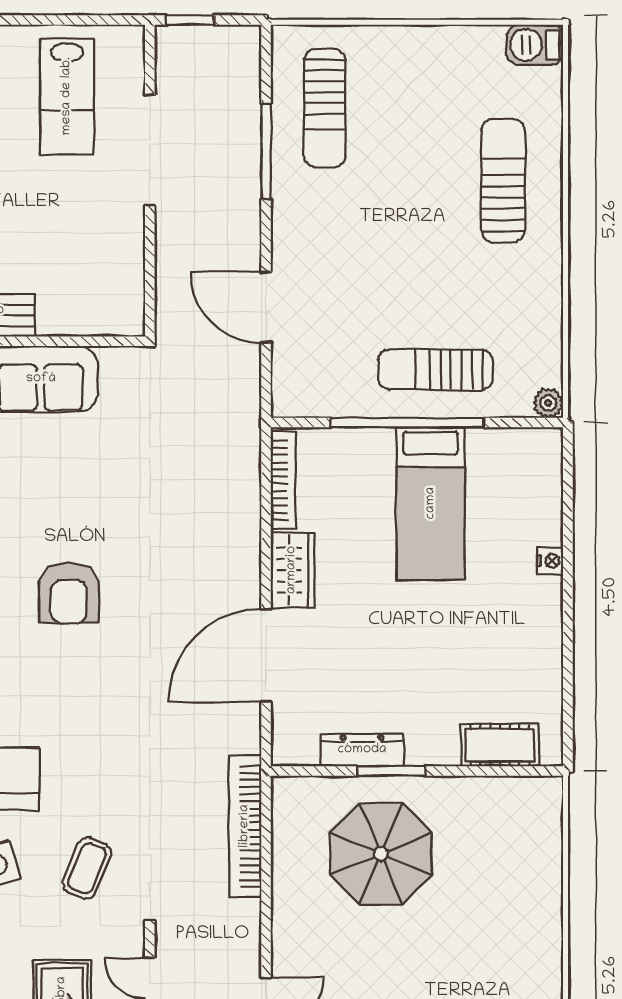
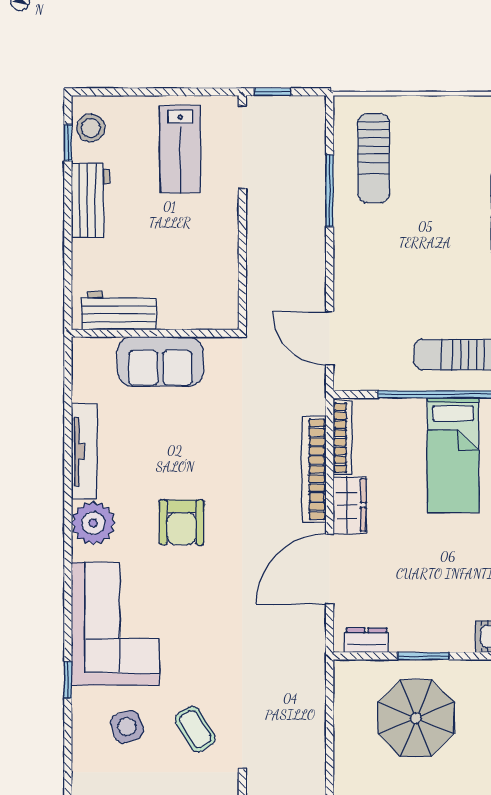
doorway: (150, 150) -> (242, 147), moved
door: (266, 307) -> (330, 338), moved
dresser: (362, 750) -> (366, 640), moved, width x0.70
bookcase: (245, 826) -> (314, 469), moved
coffee table: (87, 868) -> (195, 729), turned -55

